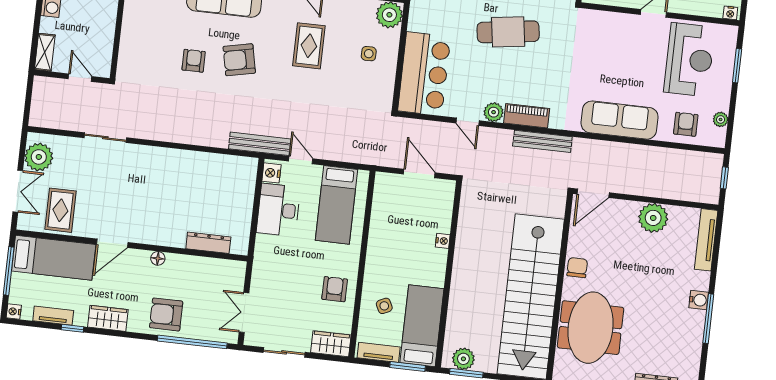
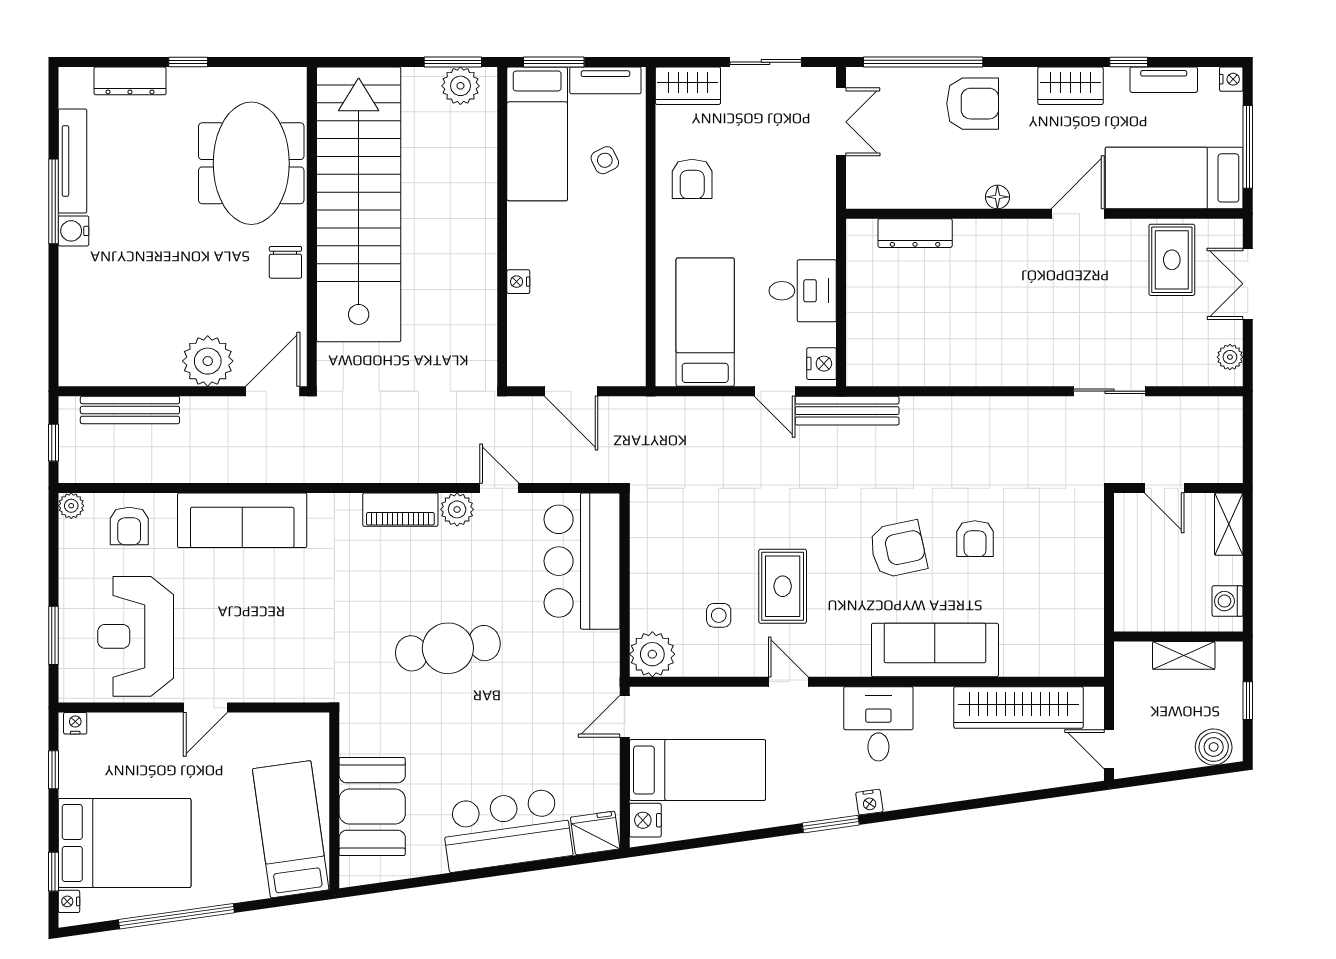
side table: (369, 54) -> (719, 615), moved
plant: (721, 119) -> (71, 506), moved
bench: (542, 141) -> (130, 410), moved
plant: (39, 157) -> (1230, 357), width x0.53, depth x0.53
desk: (278, 210) -> (803, 291), width x0.73
plant: (653, 218) -> (208, 361), moved
tv unit: (706, 240) -> (73, 161), moved

